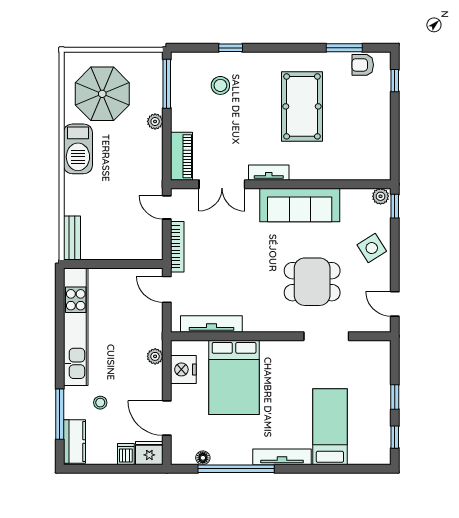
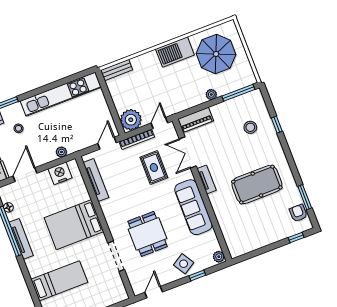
window: (395, 206) -> (197, 275), moved
rug: (225, 238) -> (154, 167), added
plant: (147, 245) -> (131, 120), added
bed: (234, 377) -> (74, 225), moved
tv unit: (282, 457) -> (21, 239), moved

